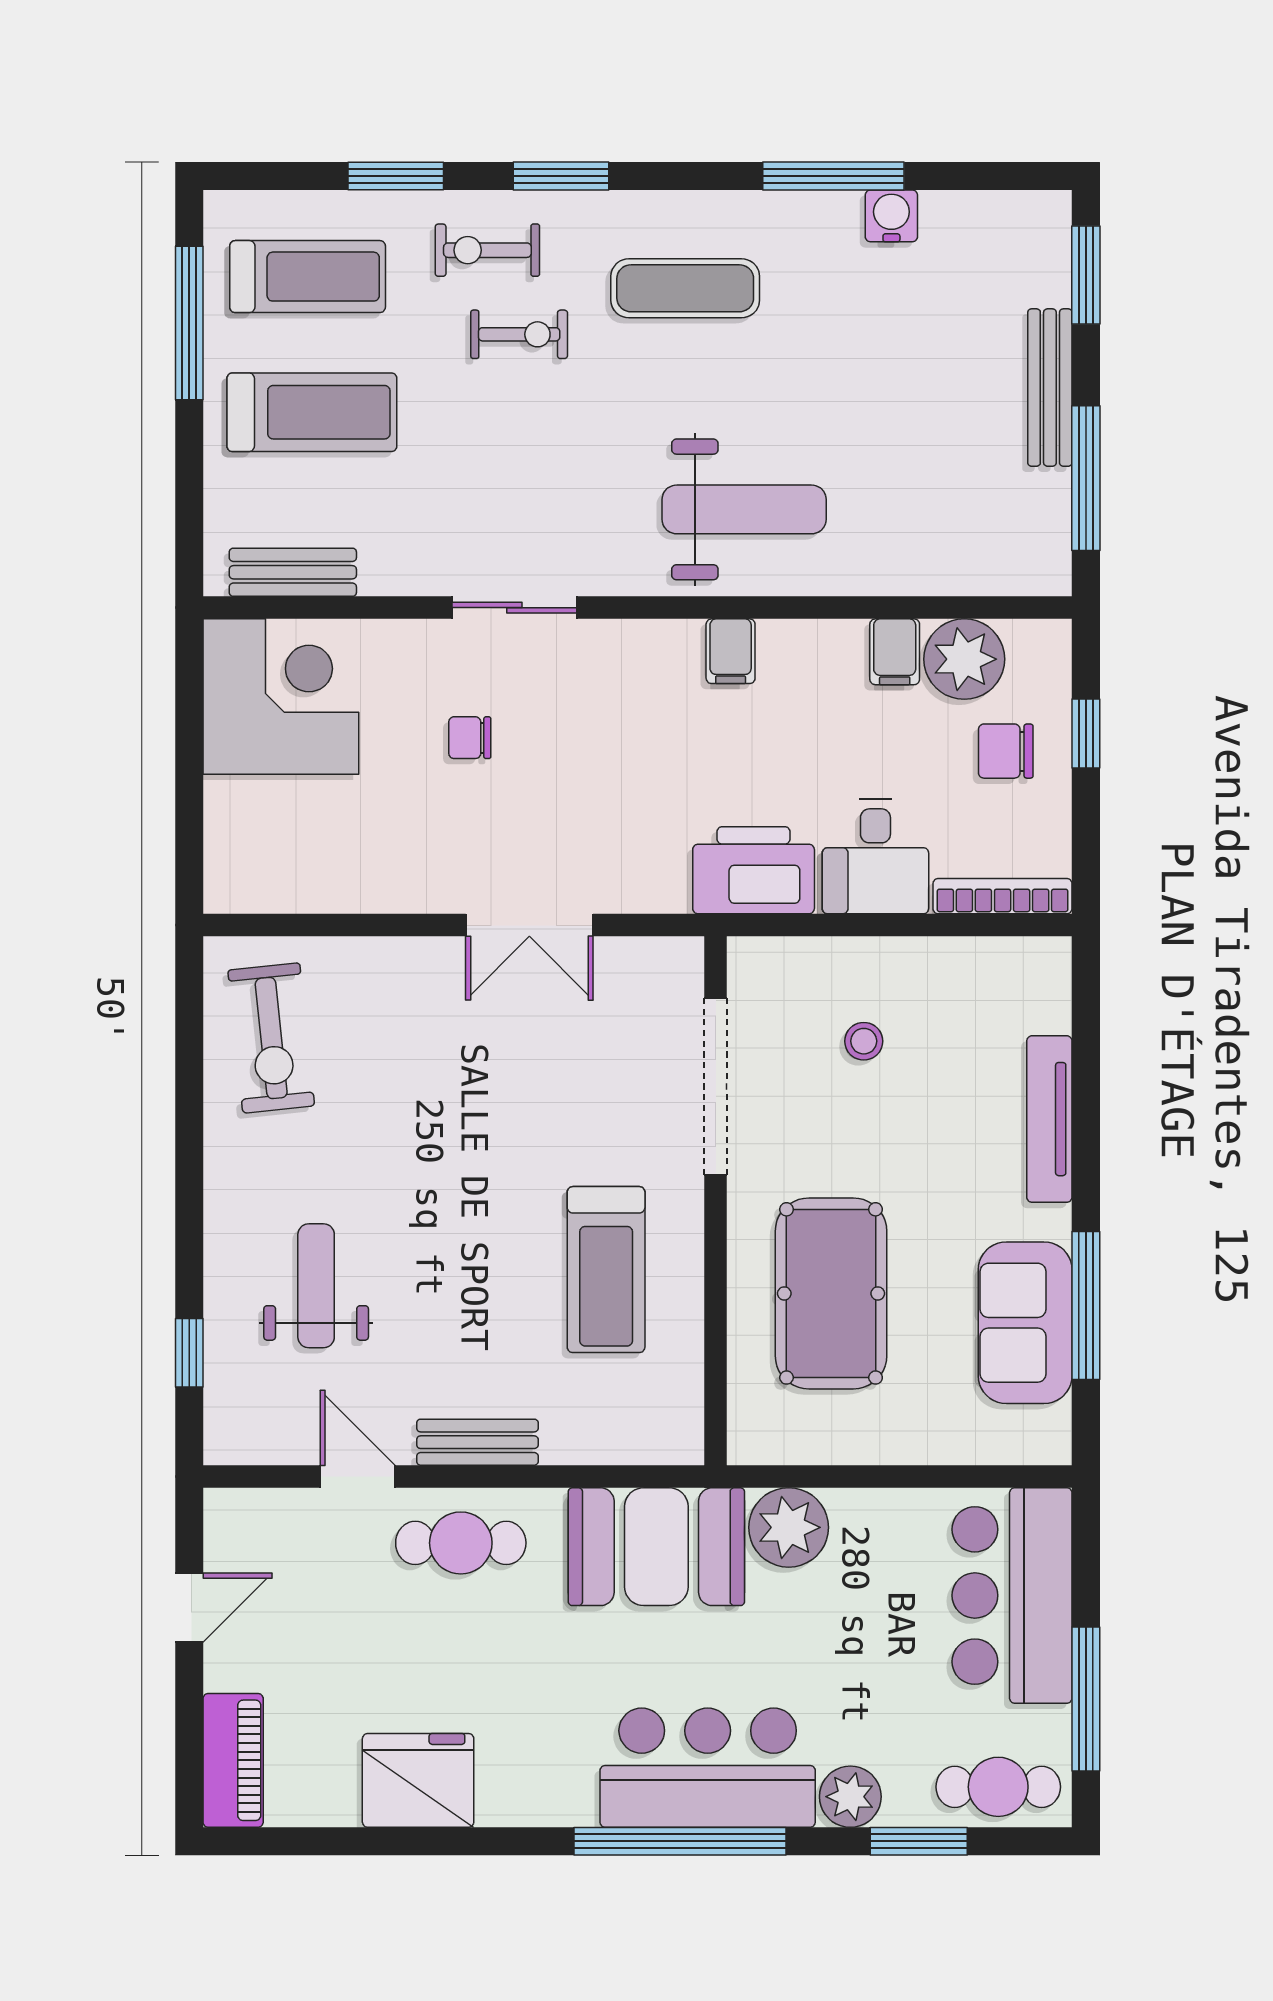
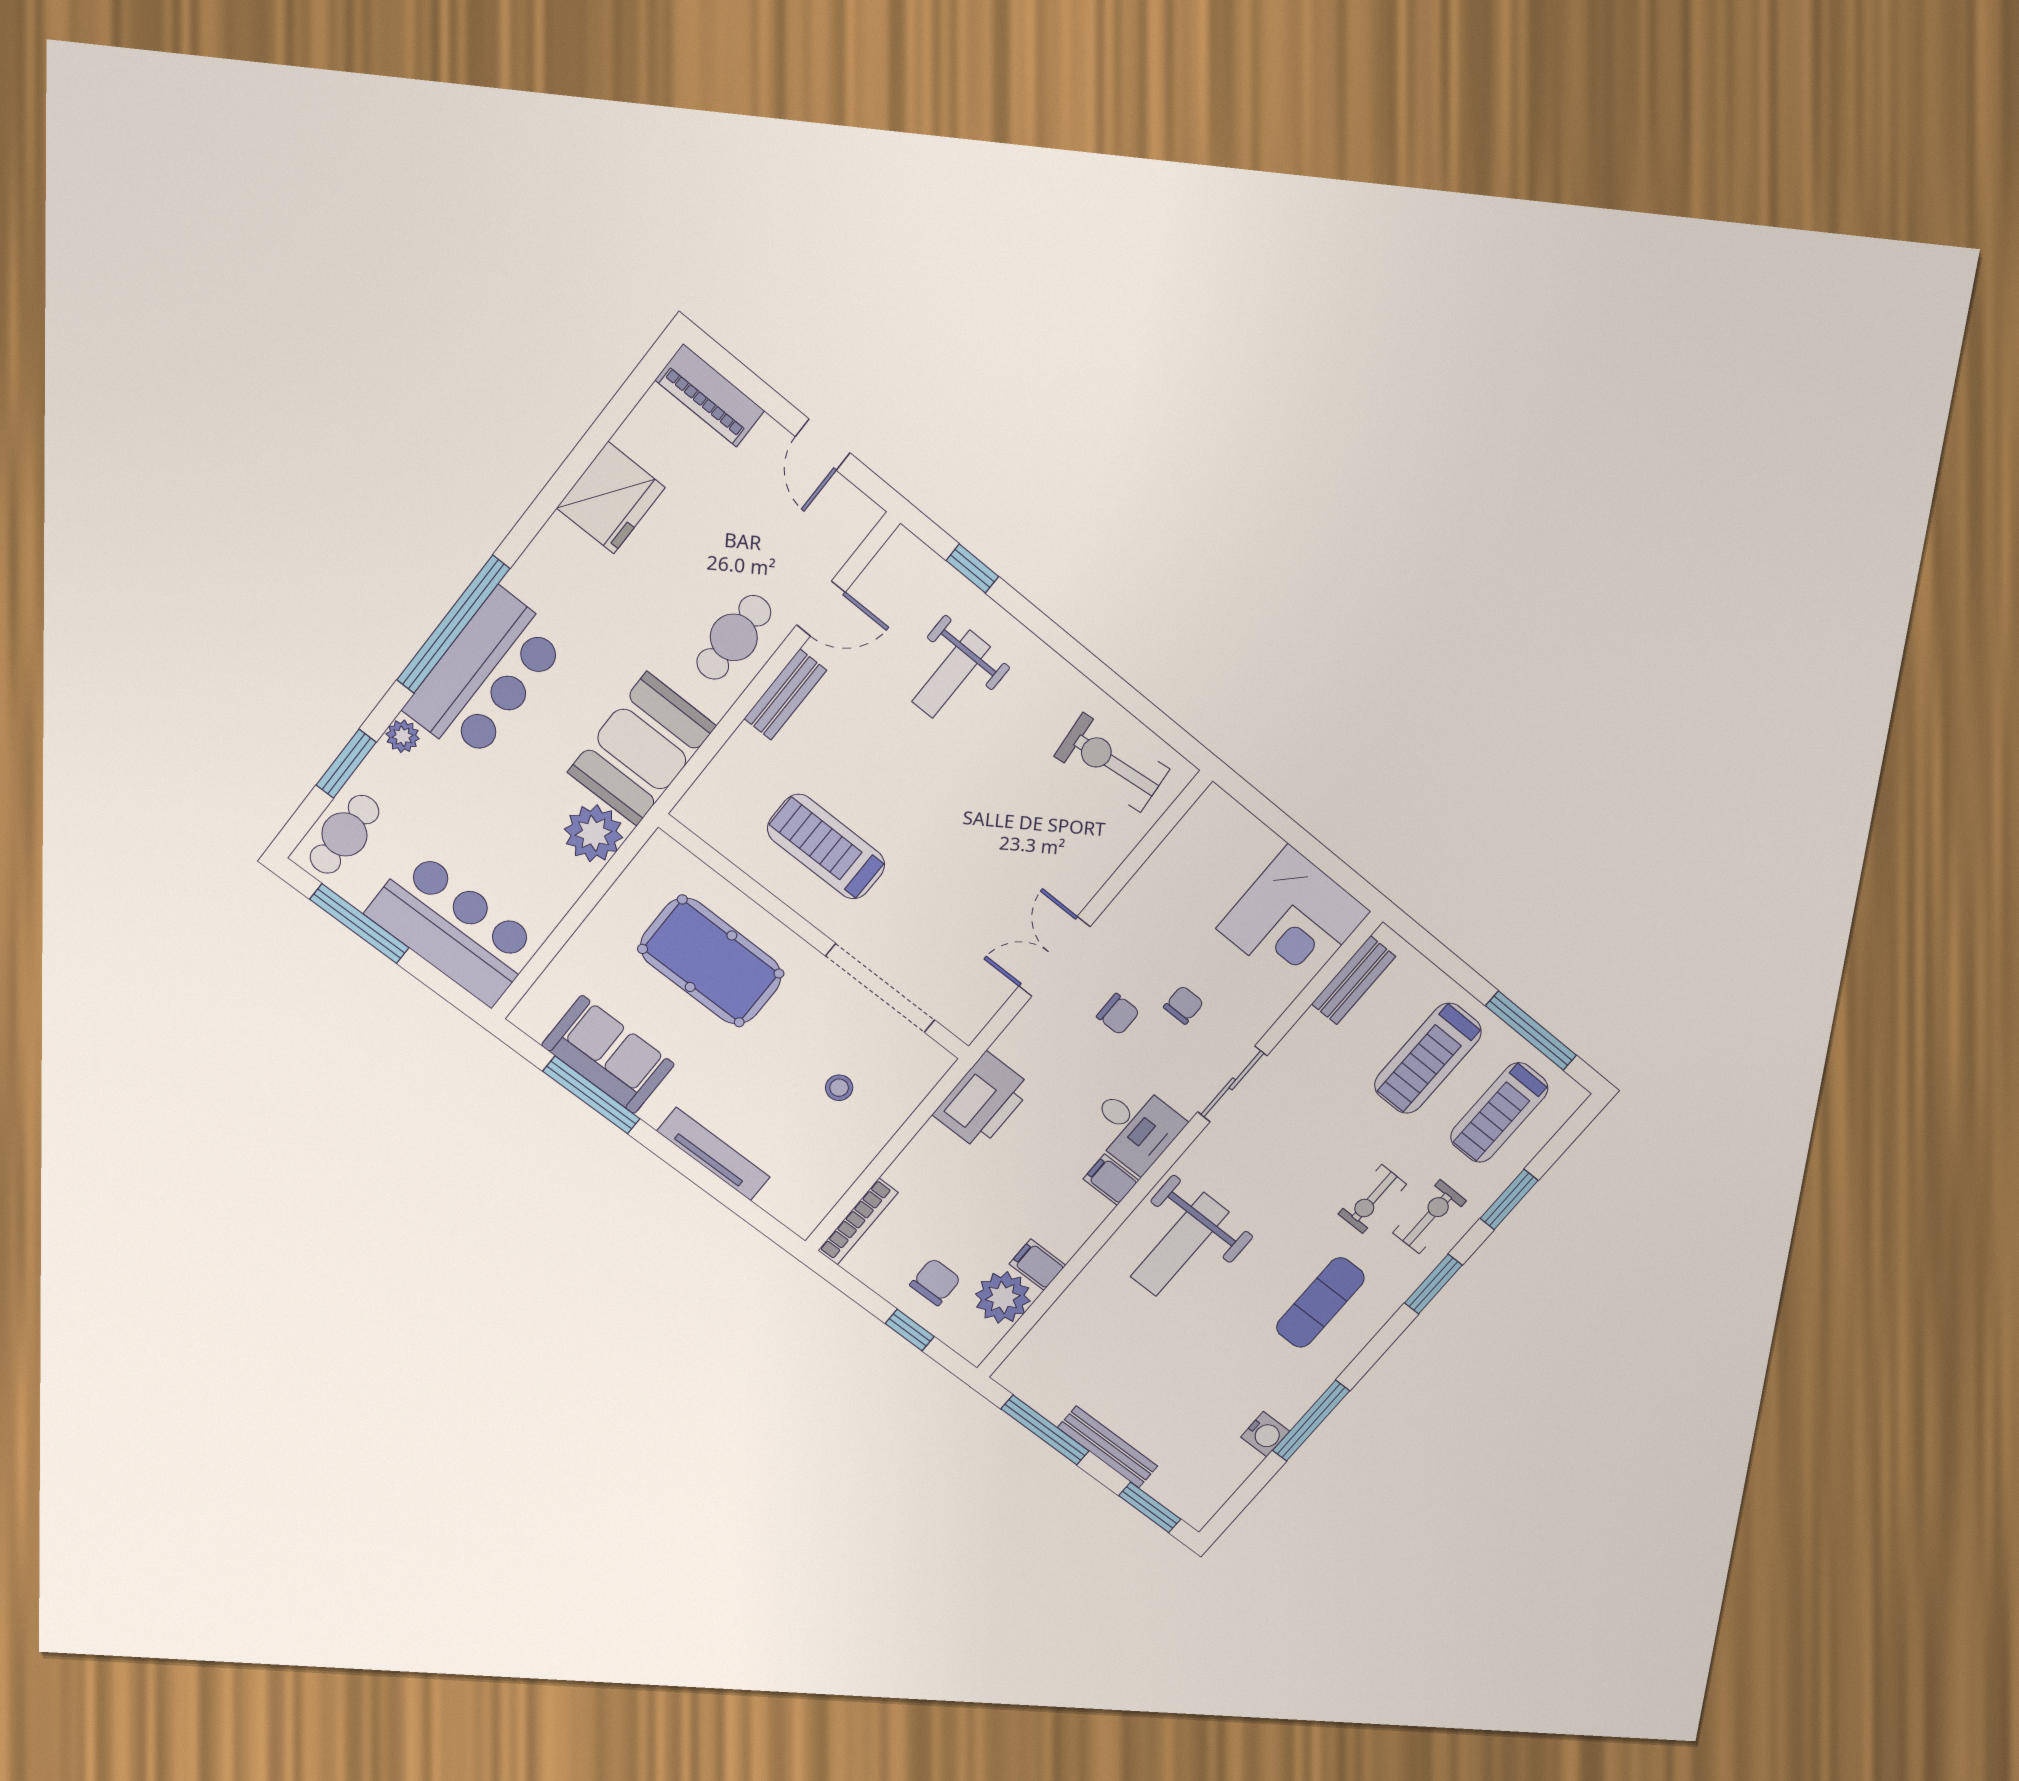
chair: (538, 801) -> (1118, 1014), added
desk: (875, 857) -> (1135, 1126), moved, turned 180
weight bench: (316, 1286) -> (951, 674), turned 90
plant: (850, 1797) -> (403, 736), width x0.73, depth x0.73

